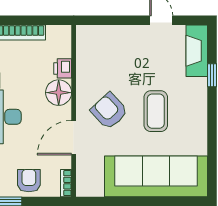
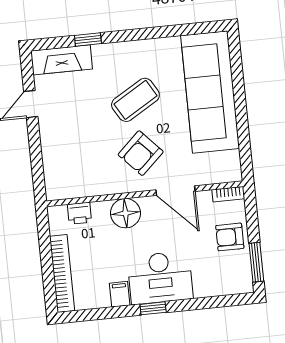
printer: (63, 68) -> (79, 213), moved
coffee table: (156, 111) -> (135, 100), turned -31

